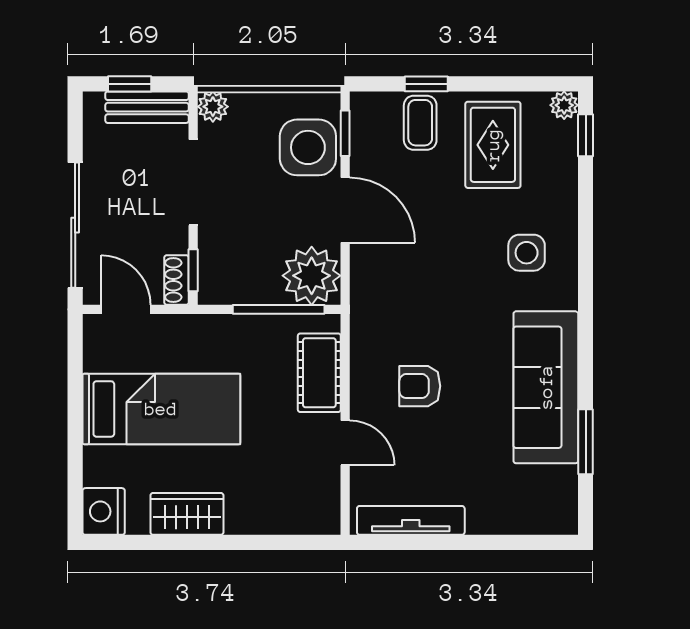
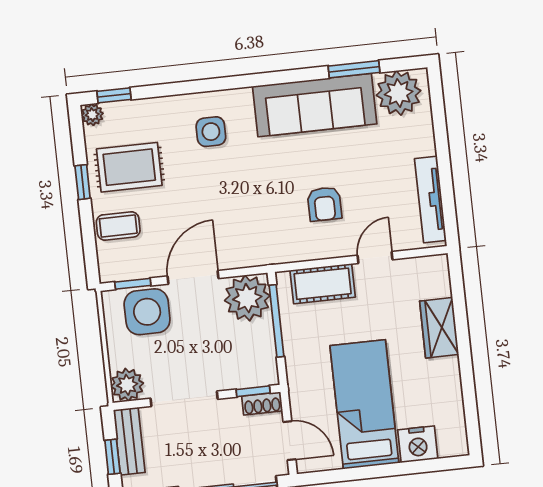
window: (426, 84) -> (83, 182), moved
plant: (213, 107) -> (127, 385), width x1.38, depth x1.38
door: (126, 309) -> (289, 441), swing flipped
plant: (550, 495) -> (399, 93), added
nightstand: (104, 511) -> (418, 444), moved
wardrobe: (187, 514) -> (439, 328), moved

